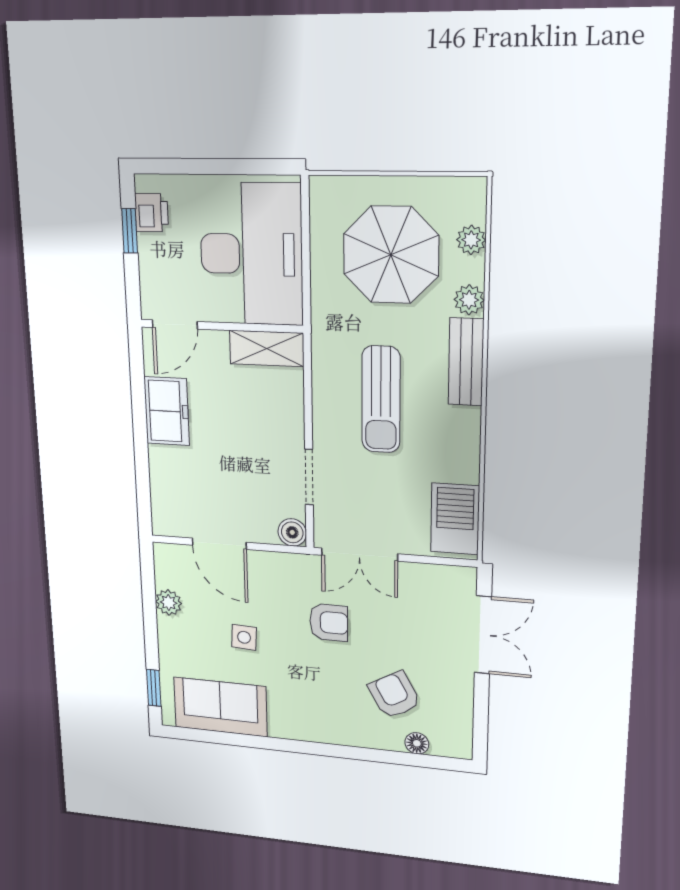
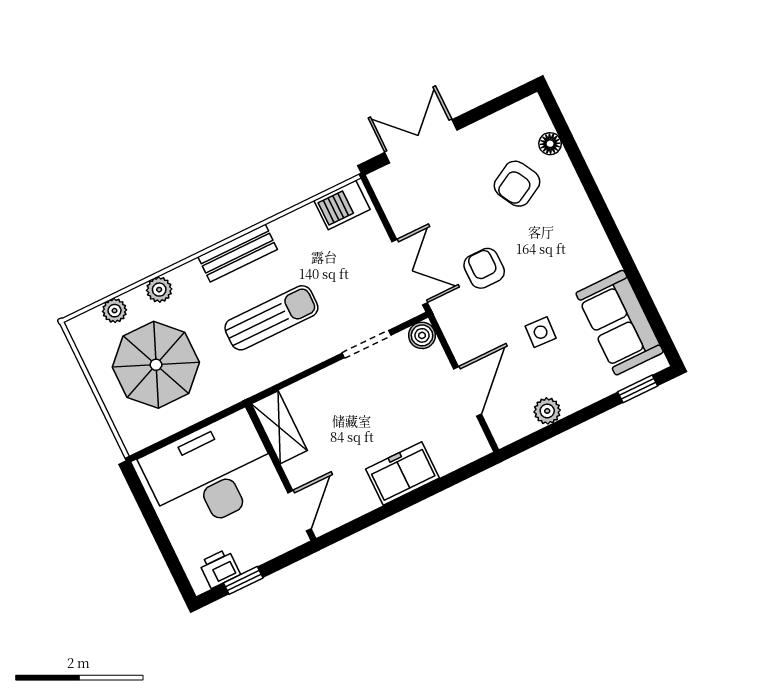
door: (175, 325) -> (300, 511), hinge flipped
bench: (466, 362) -> (238, 253), moved
freezer: (167, 411) -> (403, 473), moved
barbecue: (455, 519) -> (342, 205), width x0.73, depth x0.79

